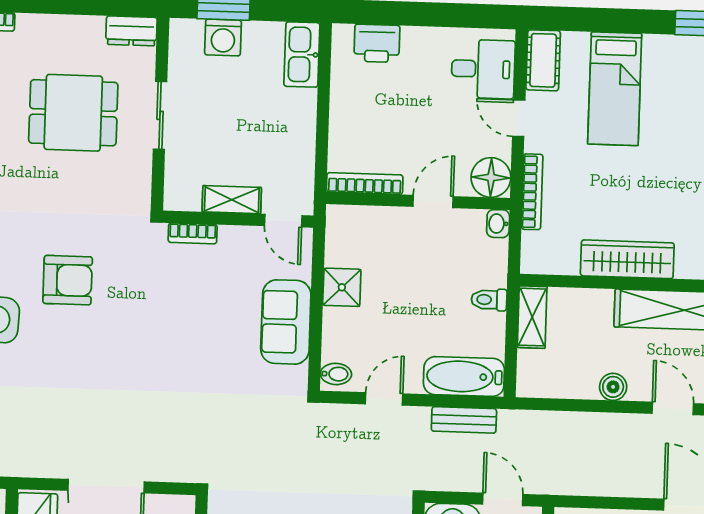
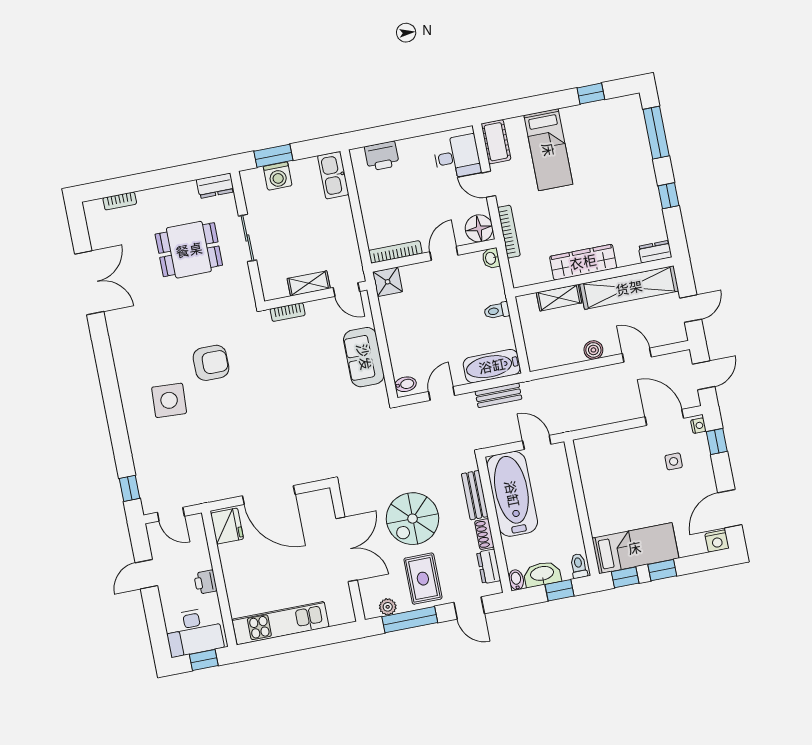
shower: (342, 287) -> (388, 282), moved
shelving: (532, 317) -> (559, 298), moved, turned 90

